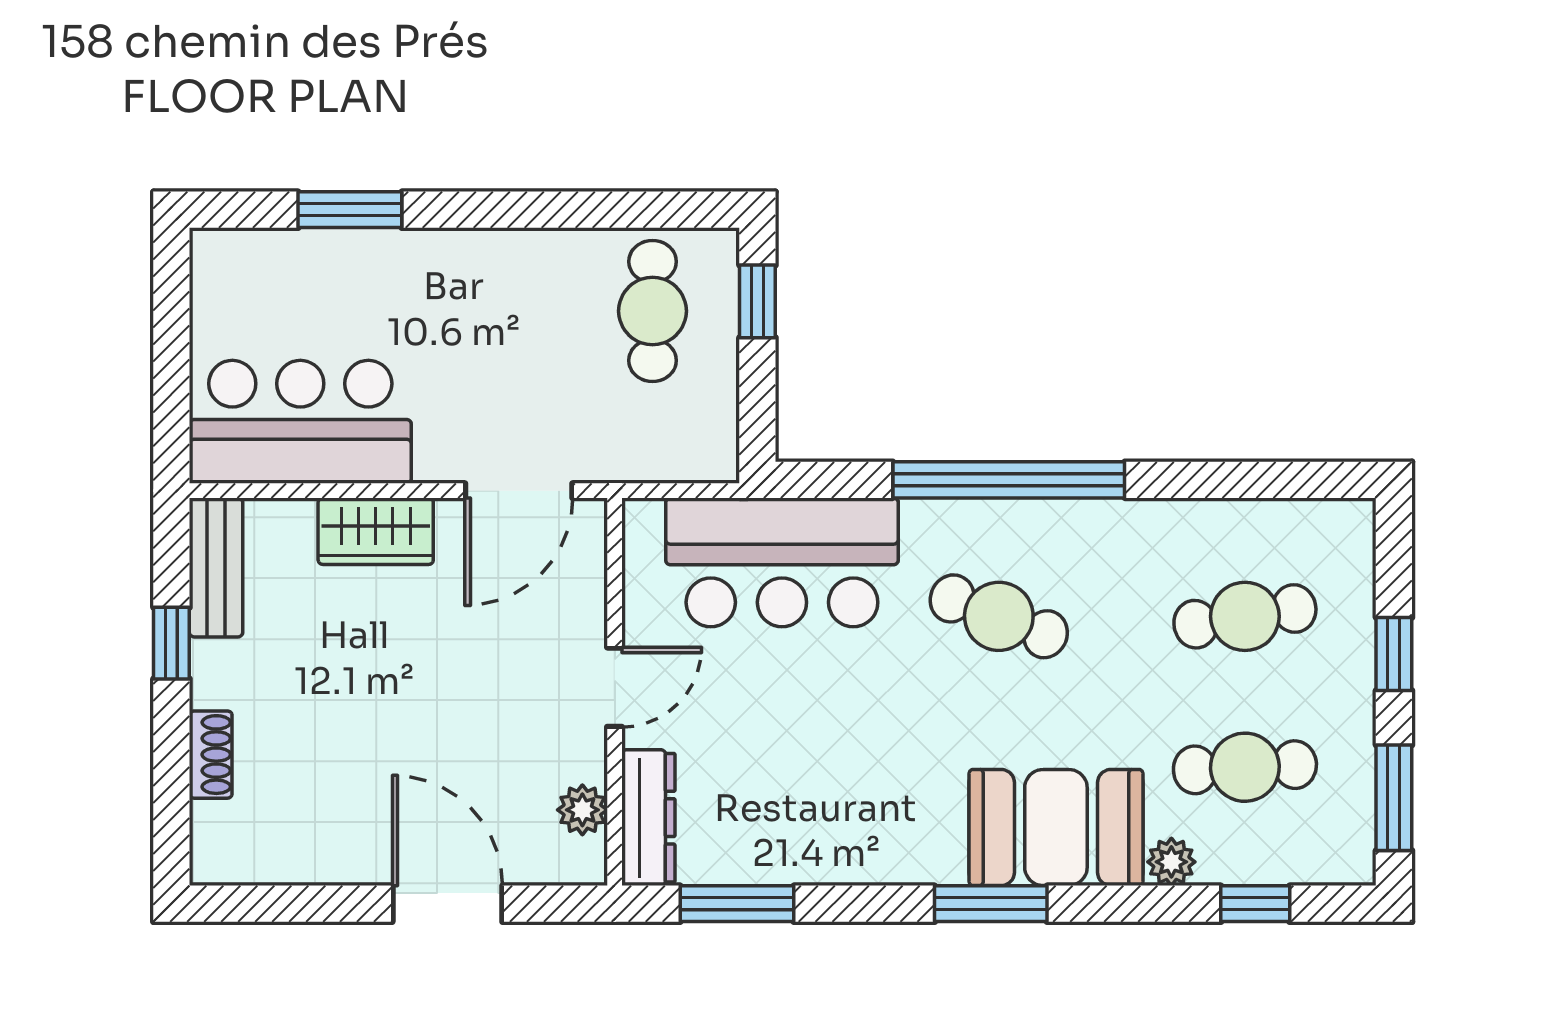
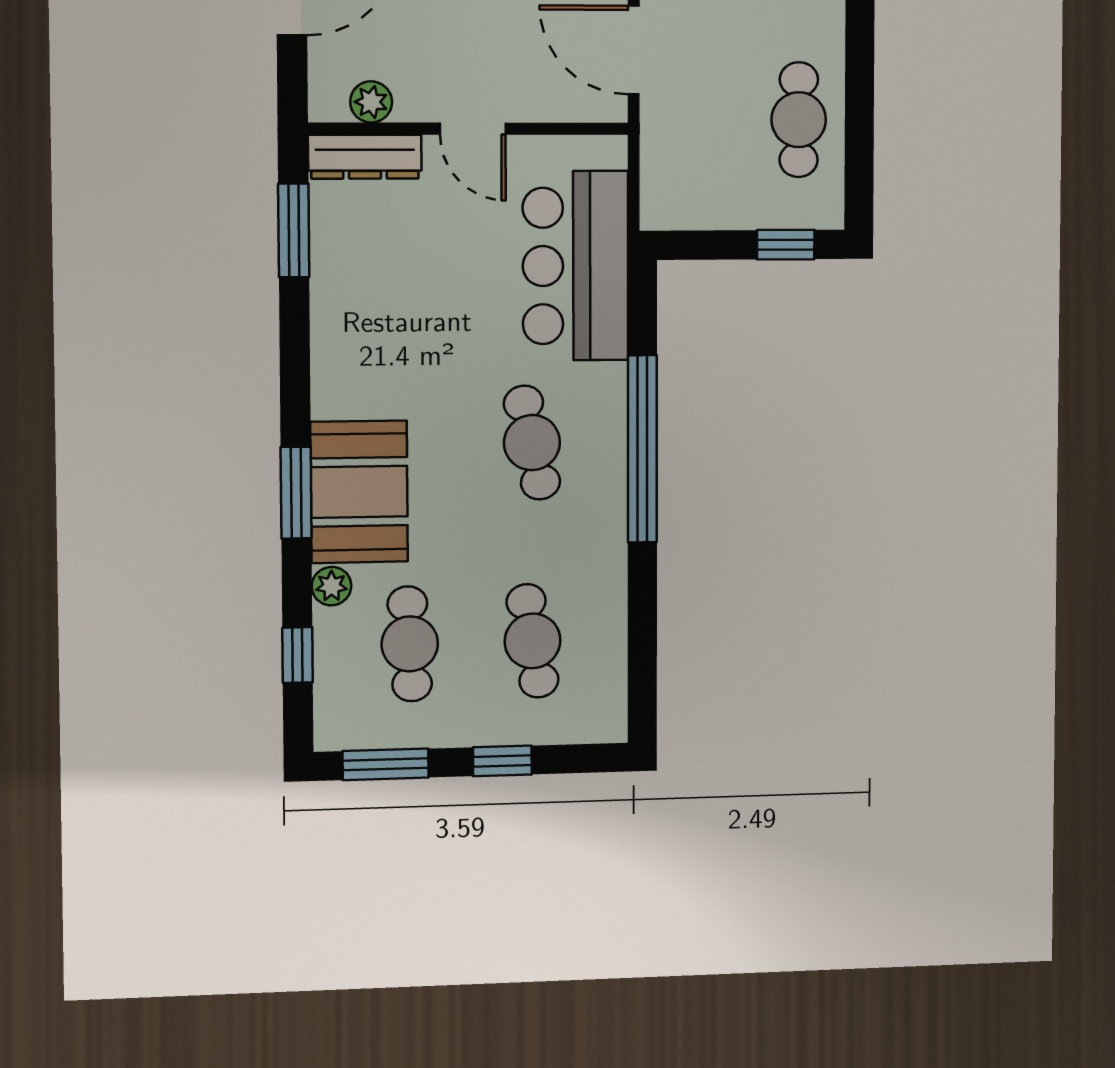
cafe table: (653, 311) -> (799, 120), moved, turned 90
cafe table: (999, 616) -> (532, 443), turned -33
window: (991, 904) -> (296, 493), moved

